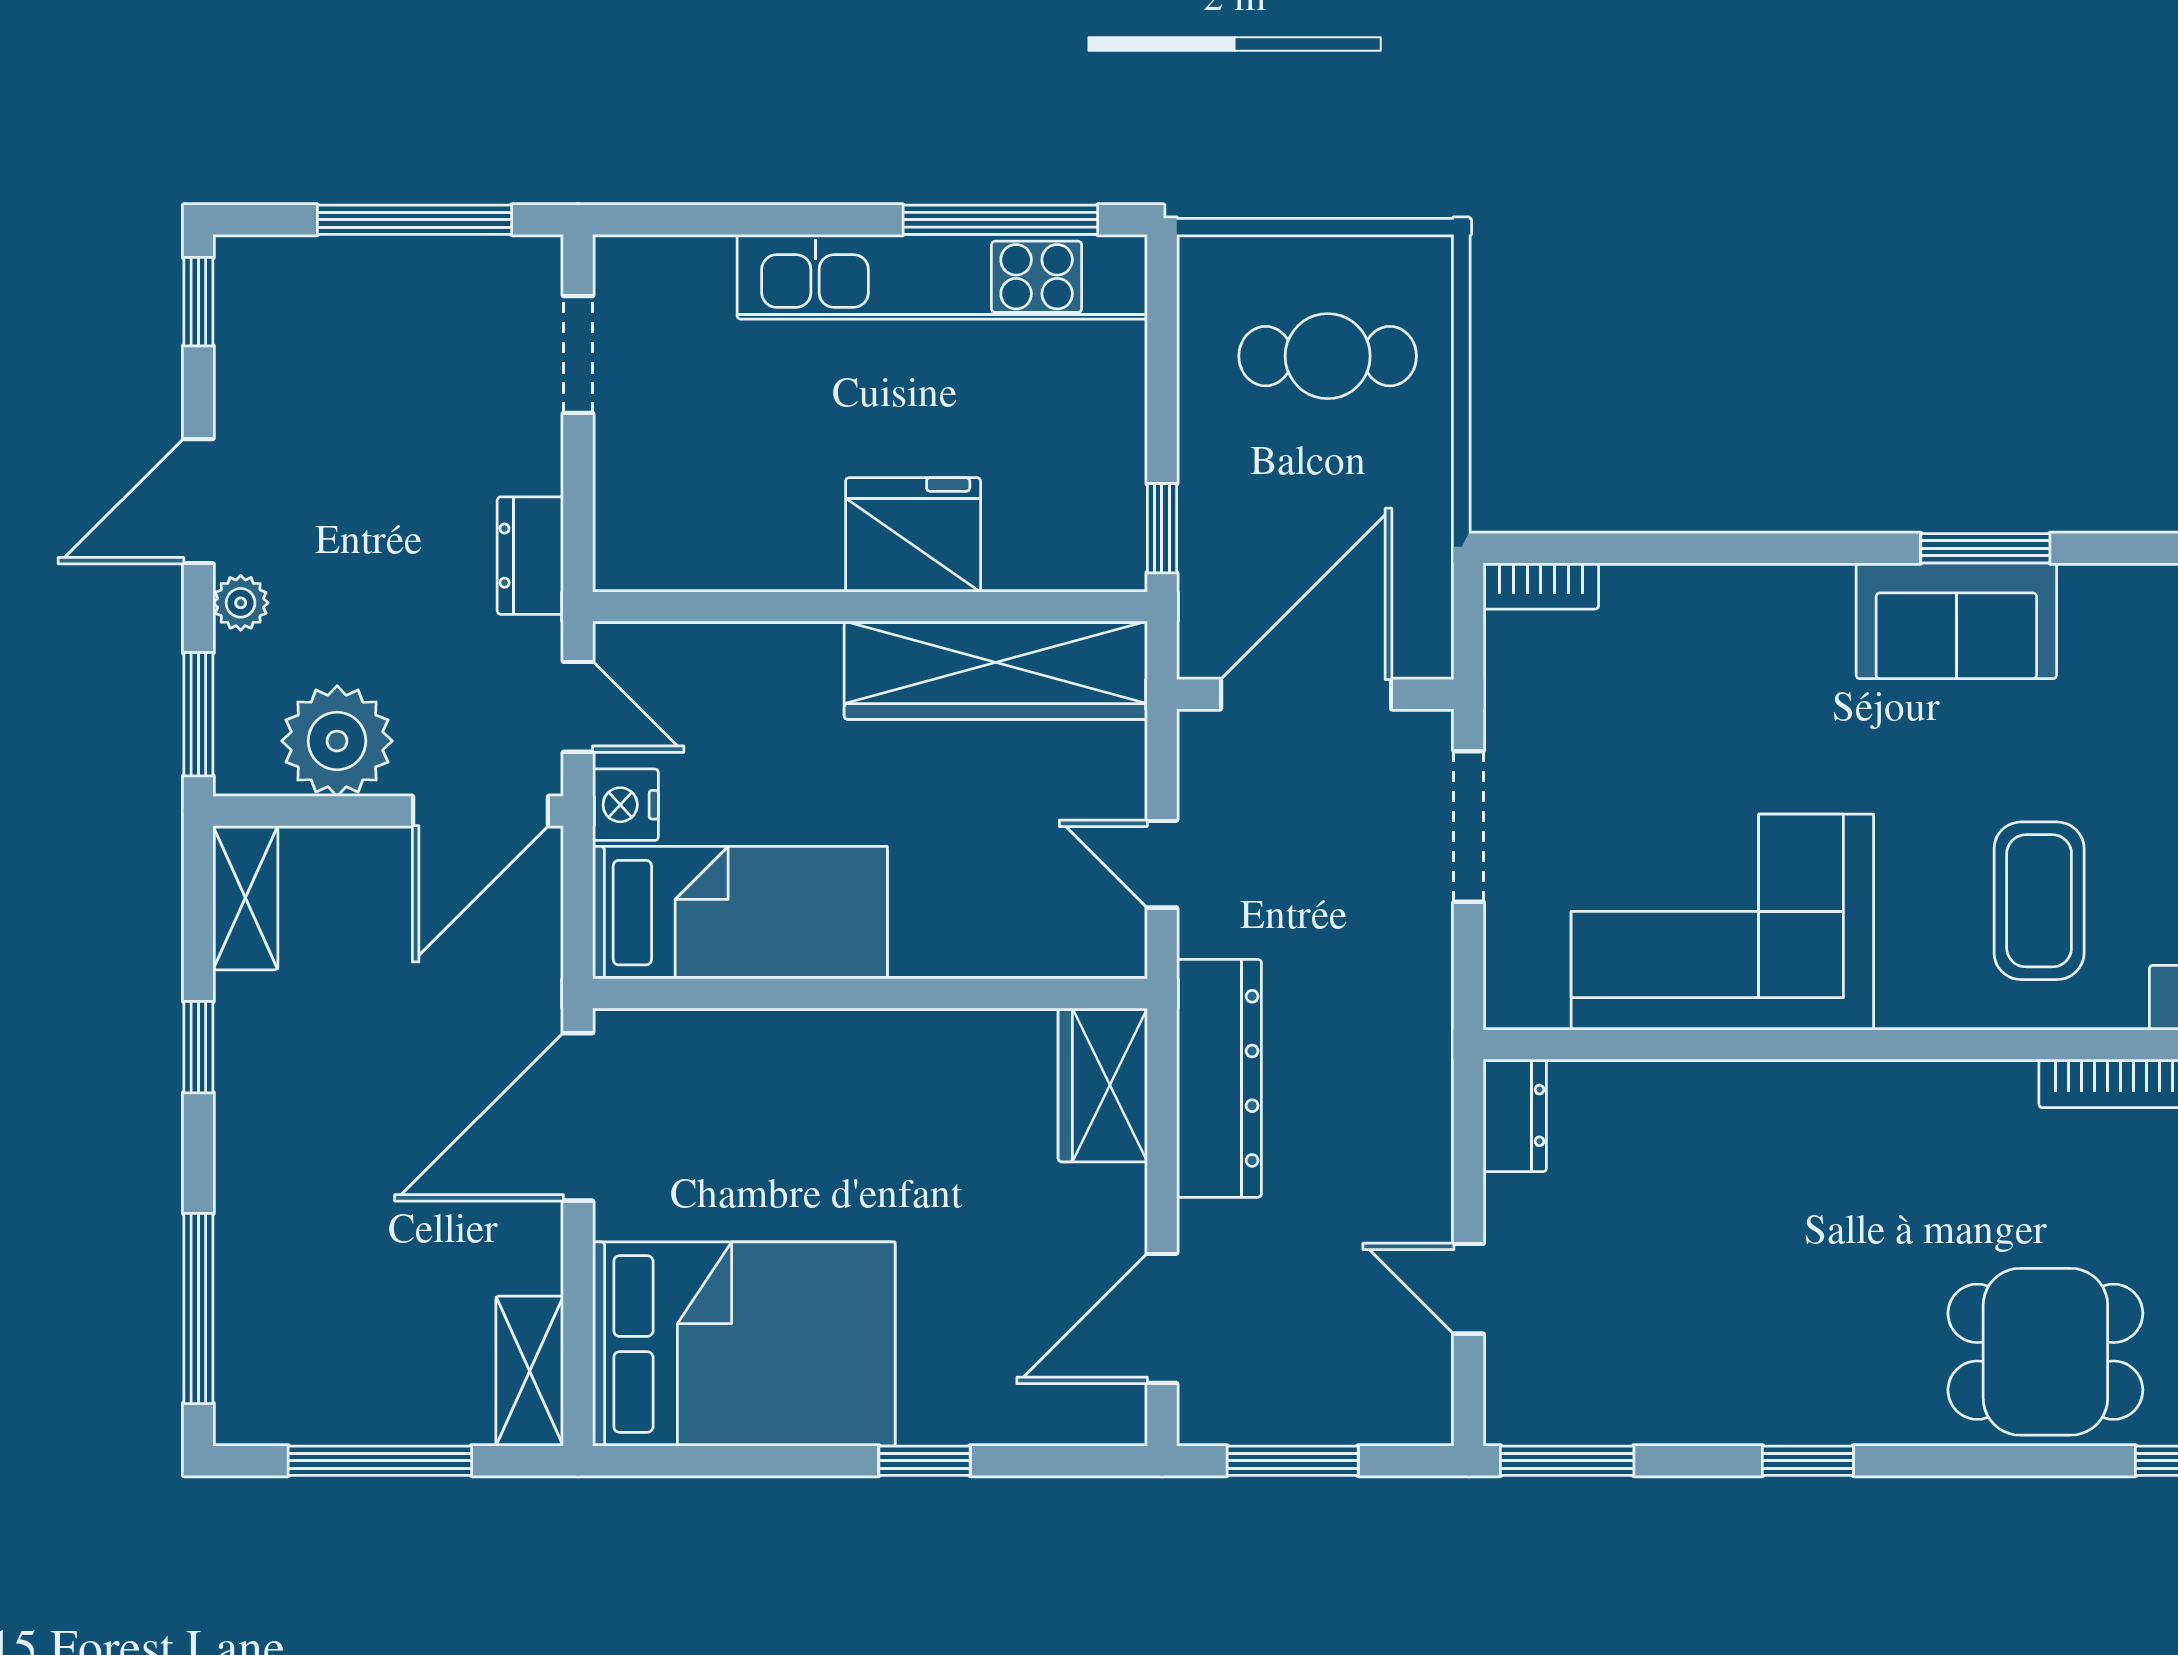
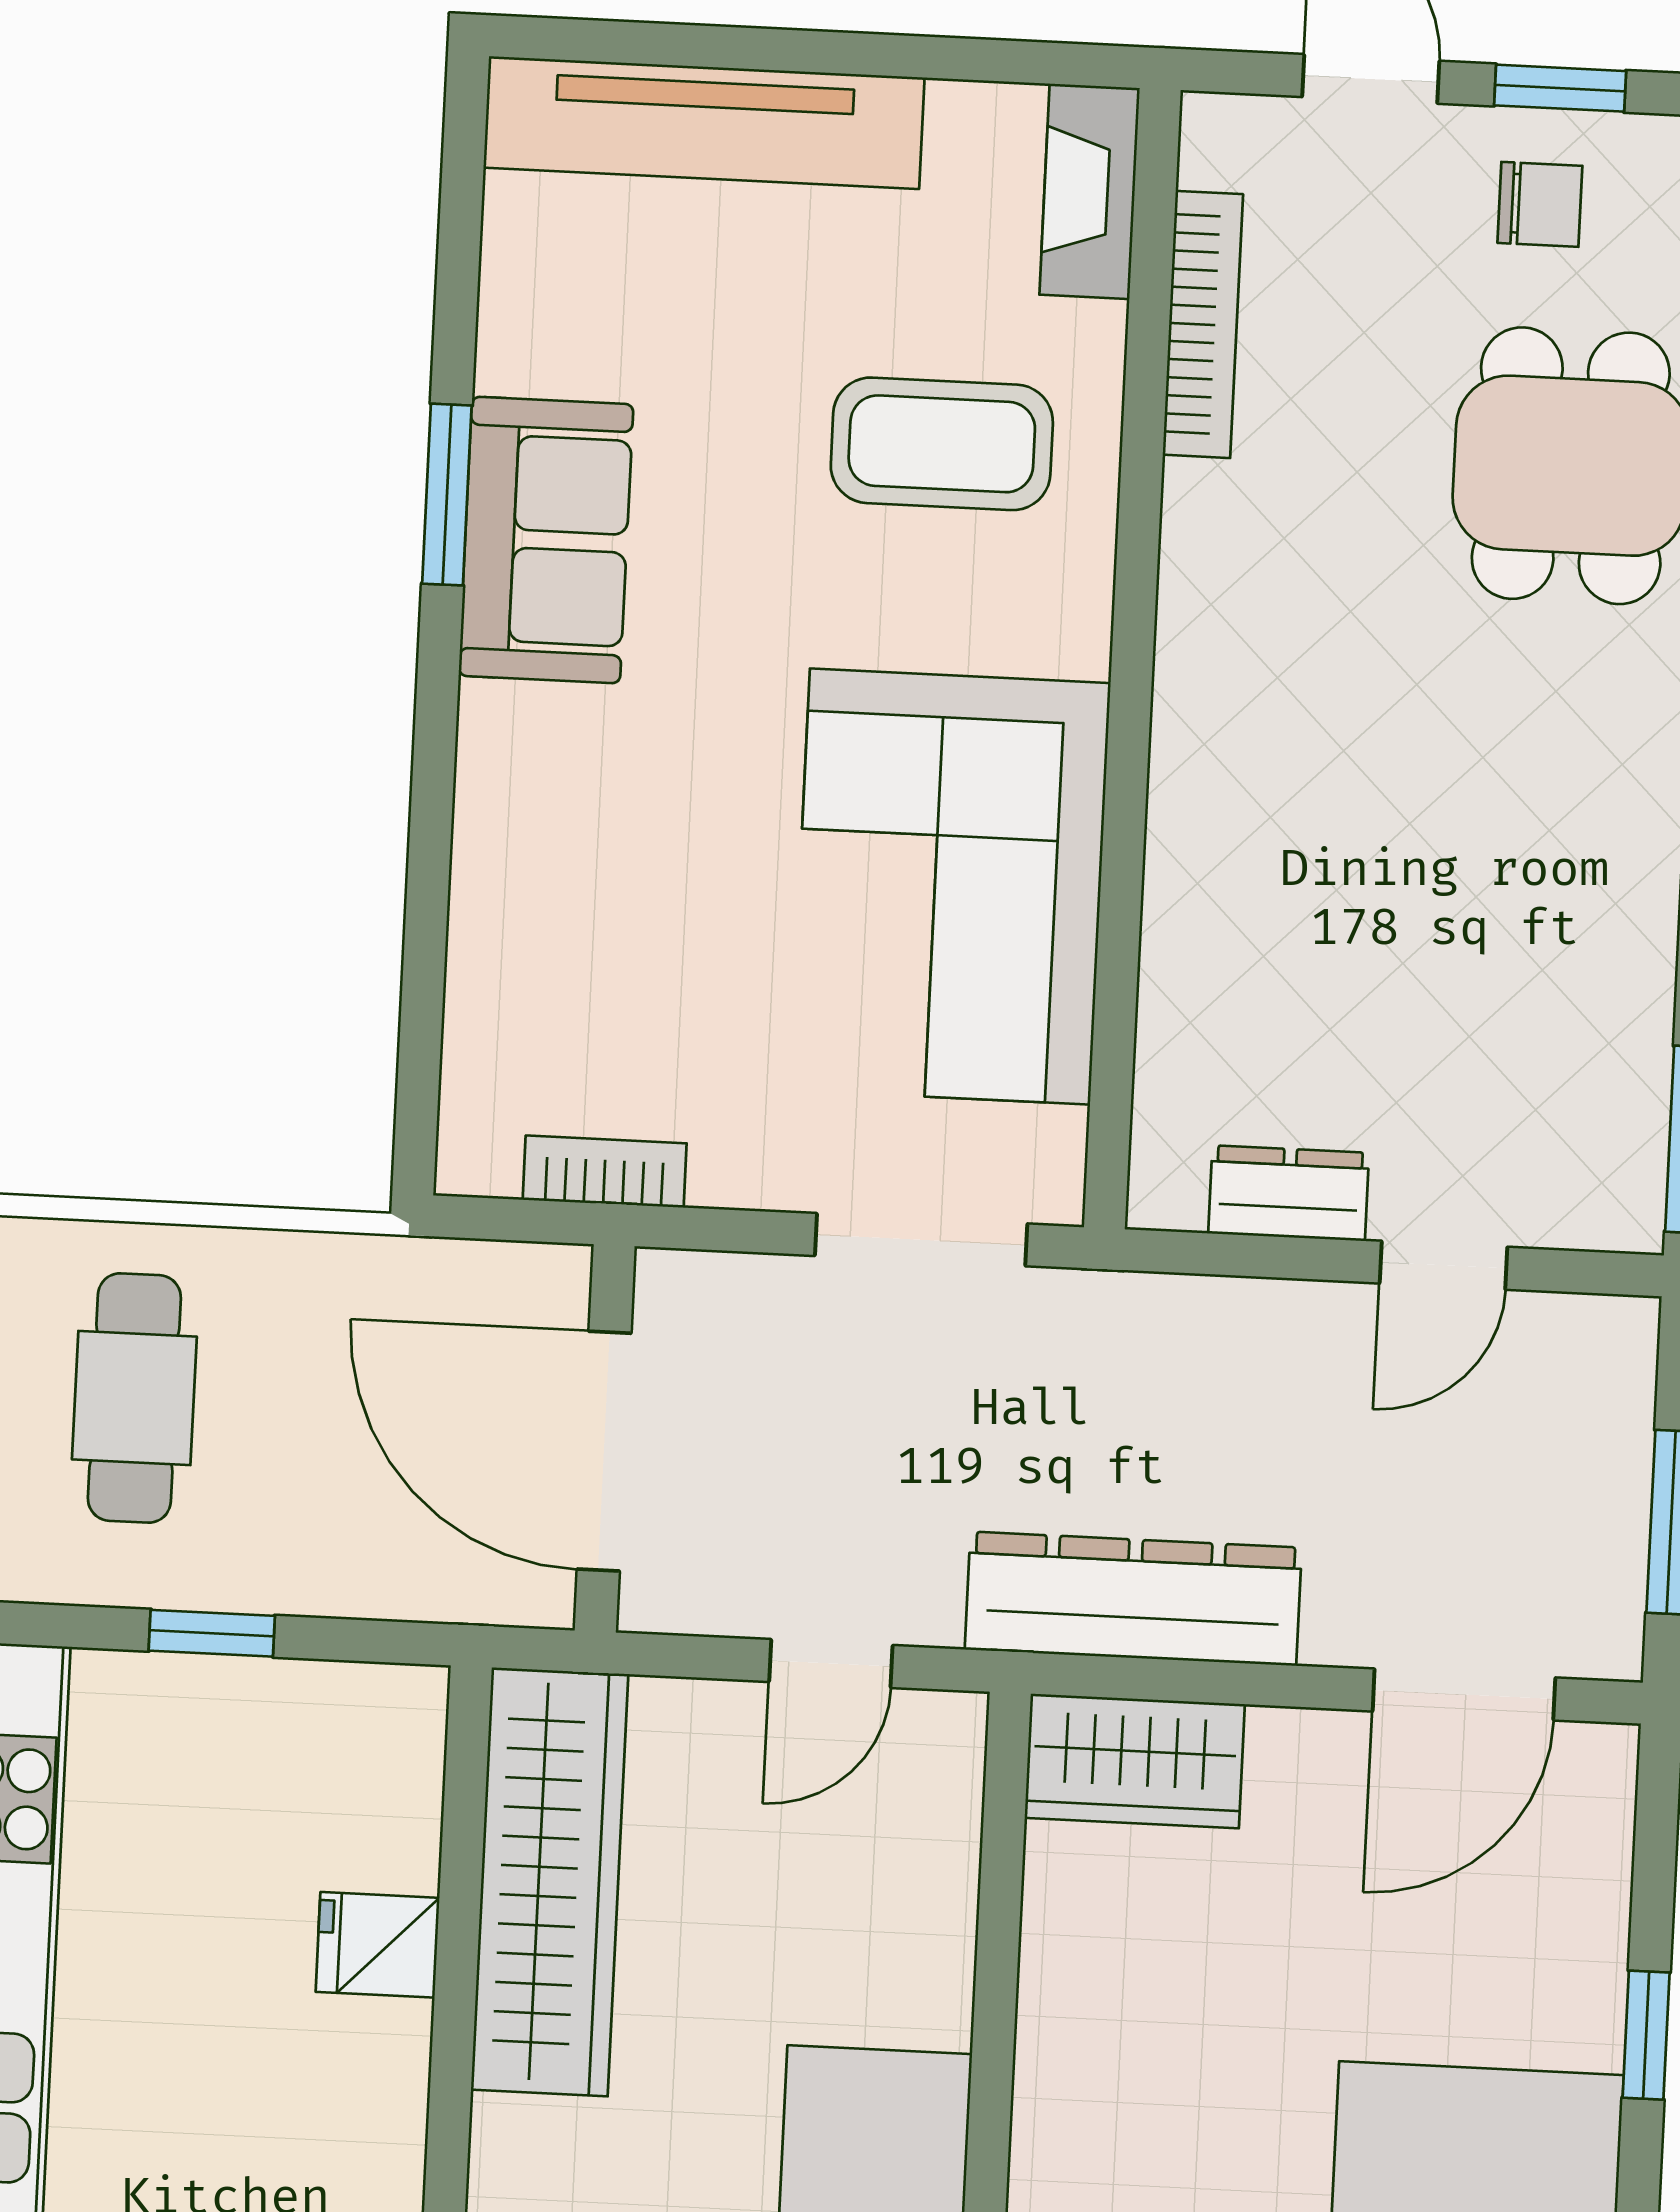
window: (1162, 528) -> (212, 1633), moved
fridge: (913, 535) -> (378, 1945), width x0.53, depth x0.75
bookcase: (1541, 586) -> (605, 1172), moved, turned -90
doorway: (1469, 826) -> (921, 1240), moved
dresser: (1515, 1115) -> (1289, 1193), moved
door: (1162, 1318) -> (1464, 1694), hinge flipped

